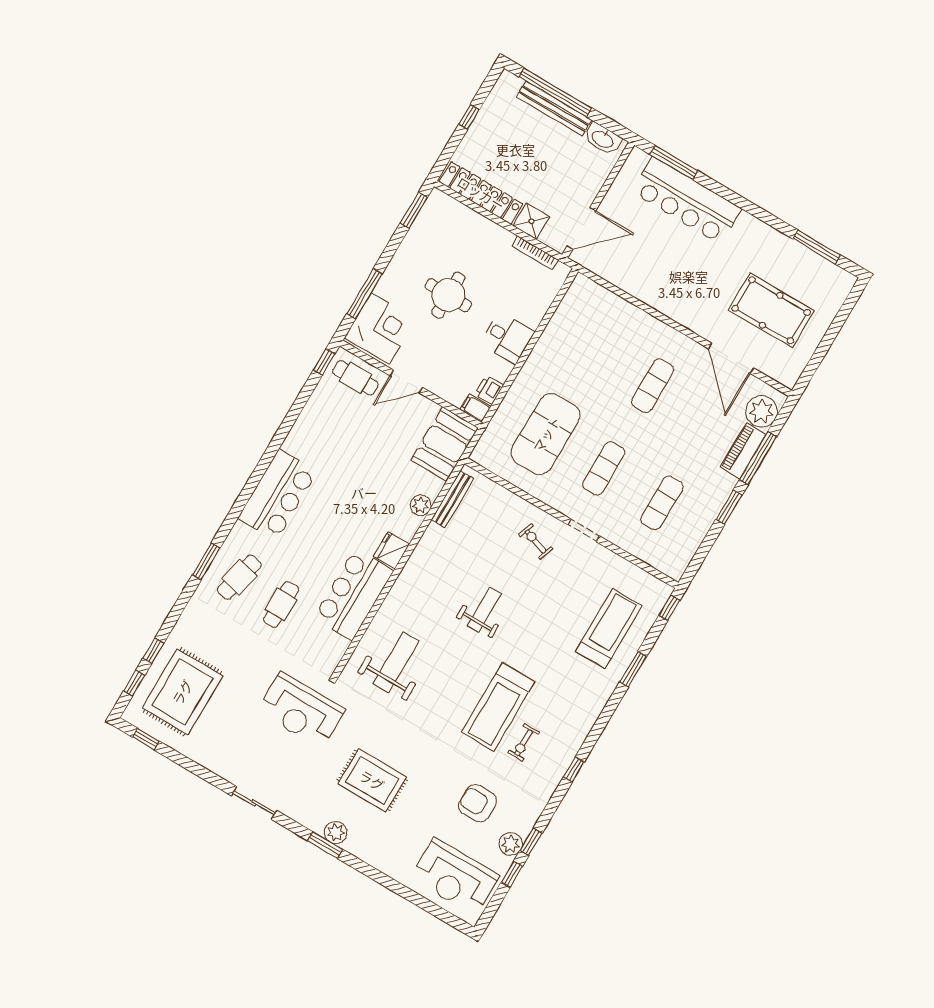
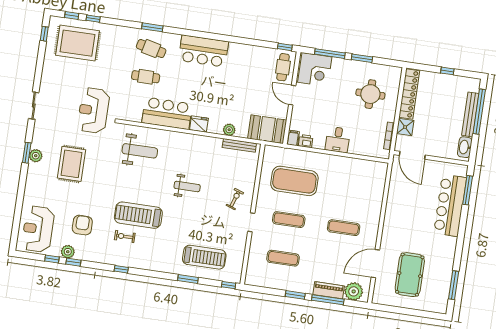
window: (414, 210) -> (362, 58), moved
round table: (448, 295) -> (370, 94), moved

